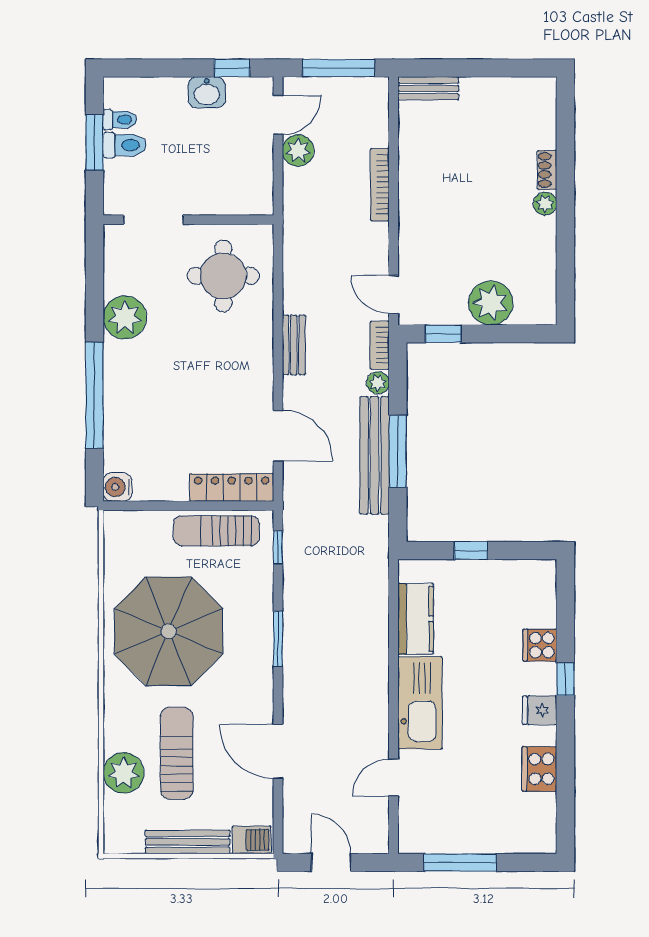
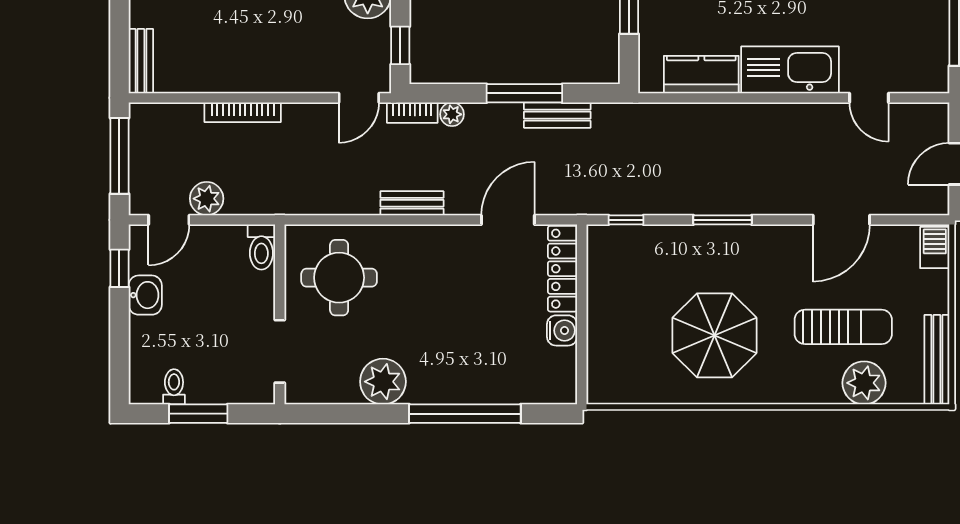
door: (278, 115) -> (169, 220), swing flipped
toilet: (125, 145) -> (261, 247), moved, turned 180
bench: (375, 455) -> (557, 115), width x0.54, depth x0.82
water cooler: (117, 487) -> (562, 330), moved, turned -90
sun lounger: (216, 531) -> (608, 285), removed
parasol: (169, 631) -> (714, 335), width x0.73, depth x0.73
sun lounger: (177, 753) -> (843, 327), turned 180
bench: (187, 842) -> (937, 360), moved

